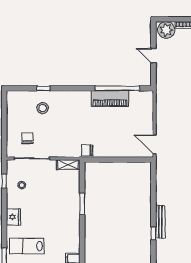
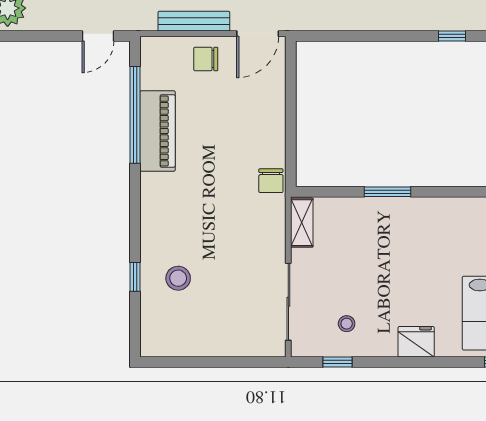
door: (153, 56) -> (98, 36), moved
chair: (27, 138) -> (206, 59), moved
bench: (160, 222) -> (194, 21), moved

